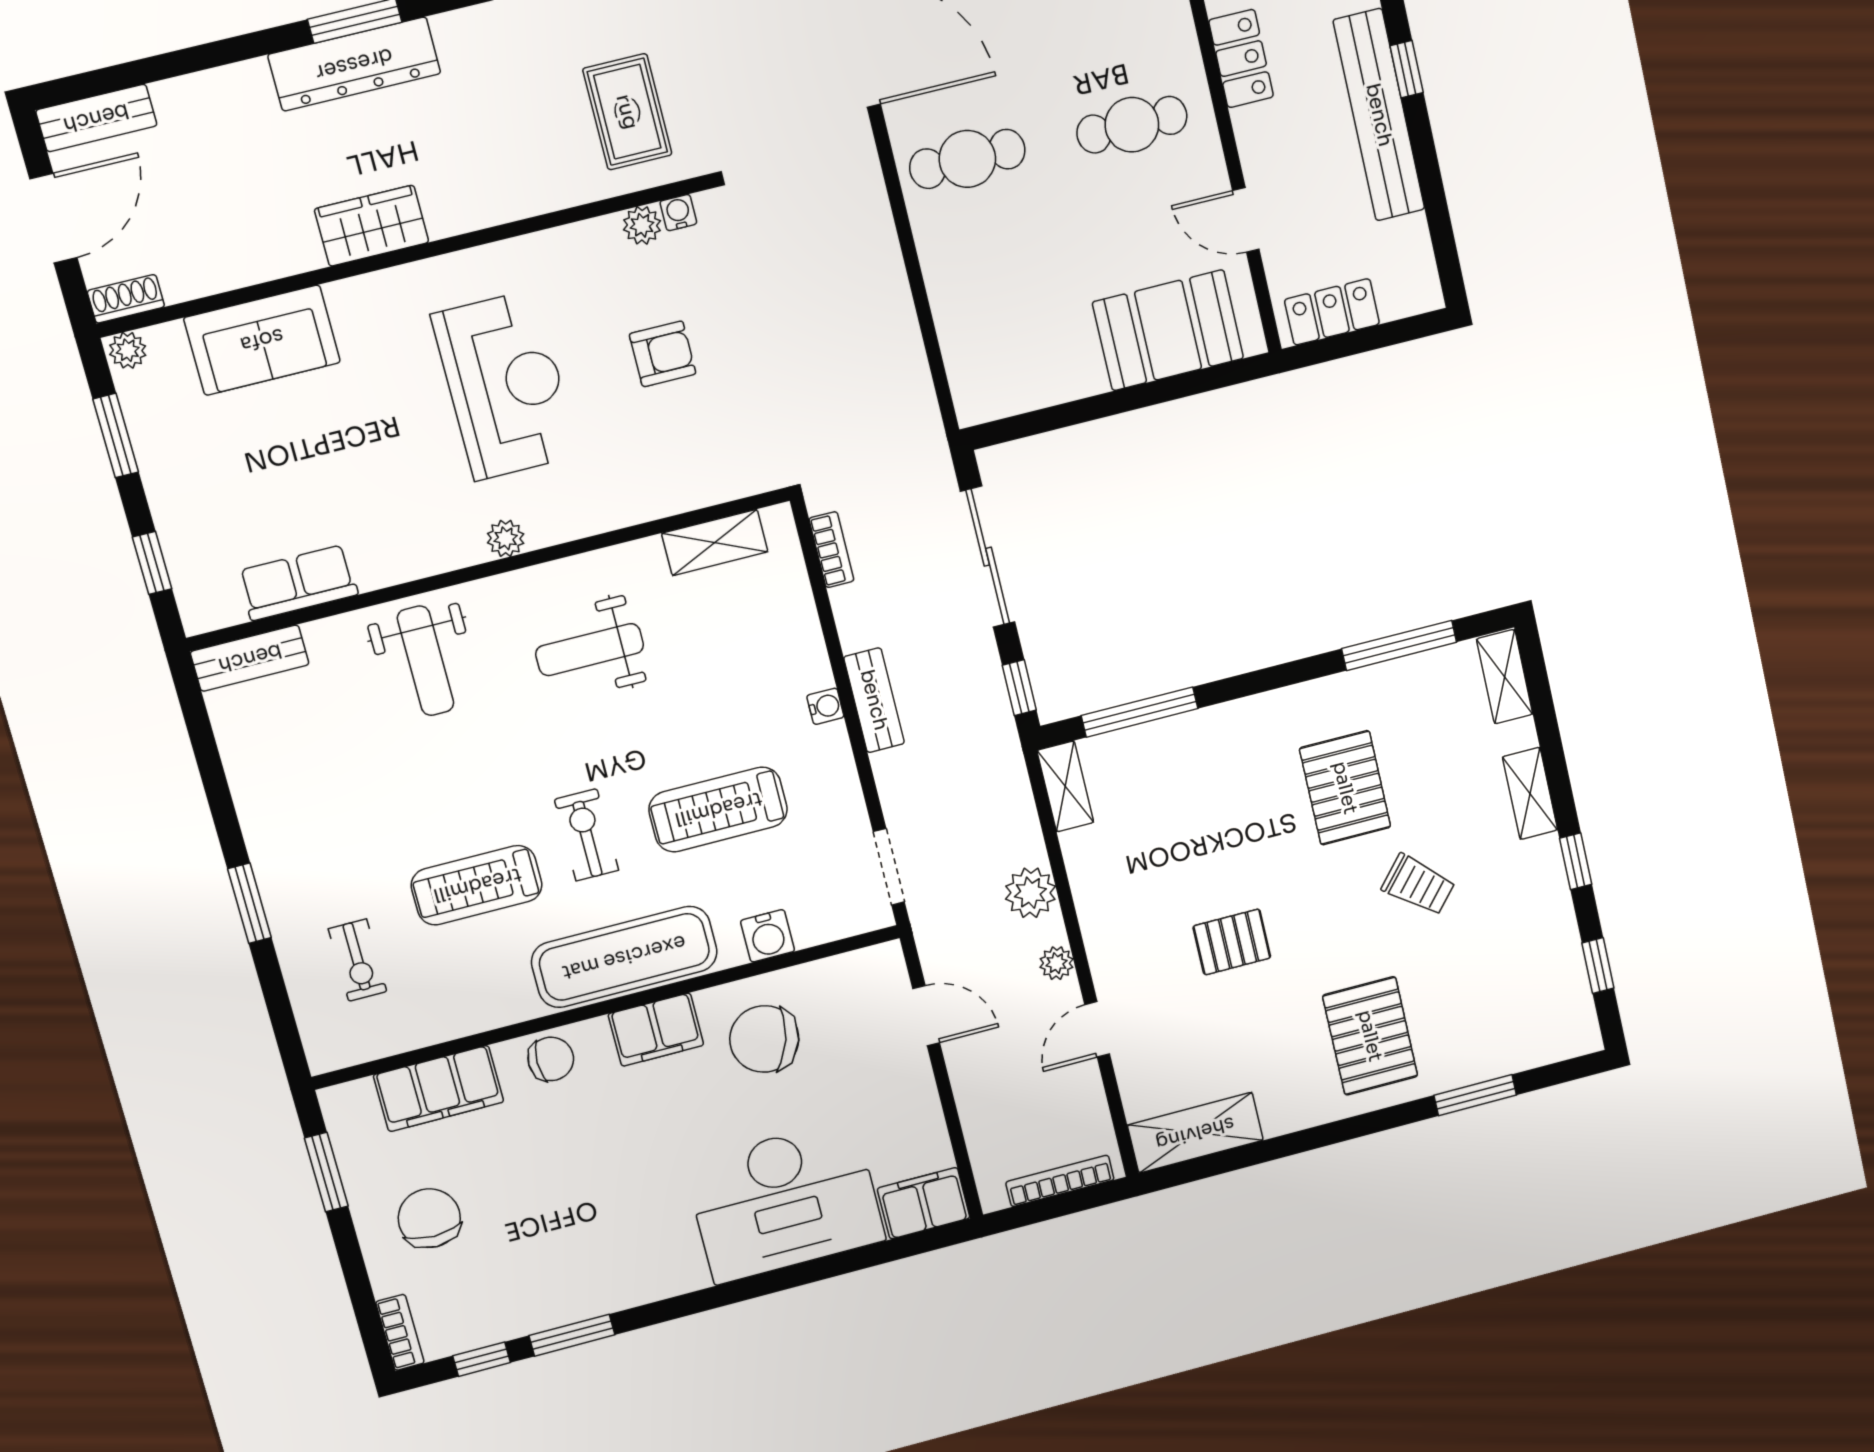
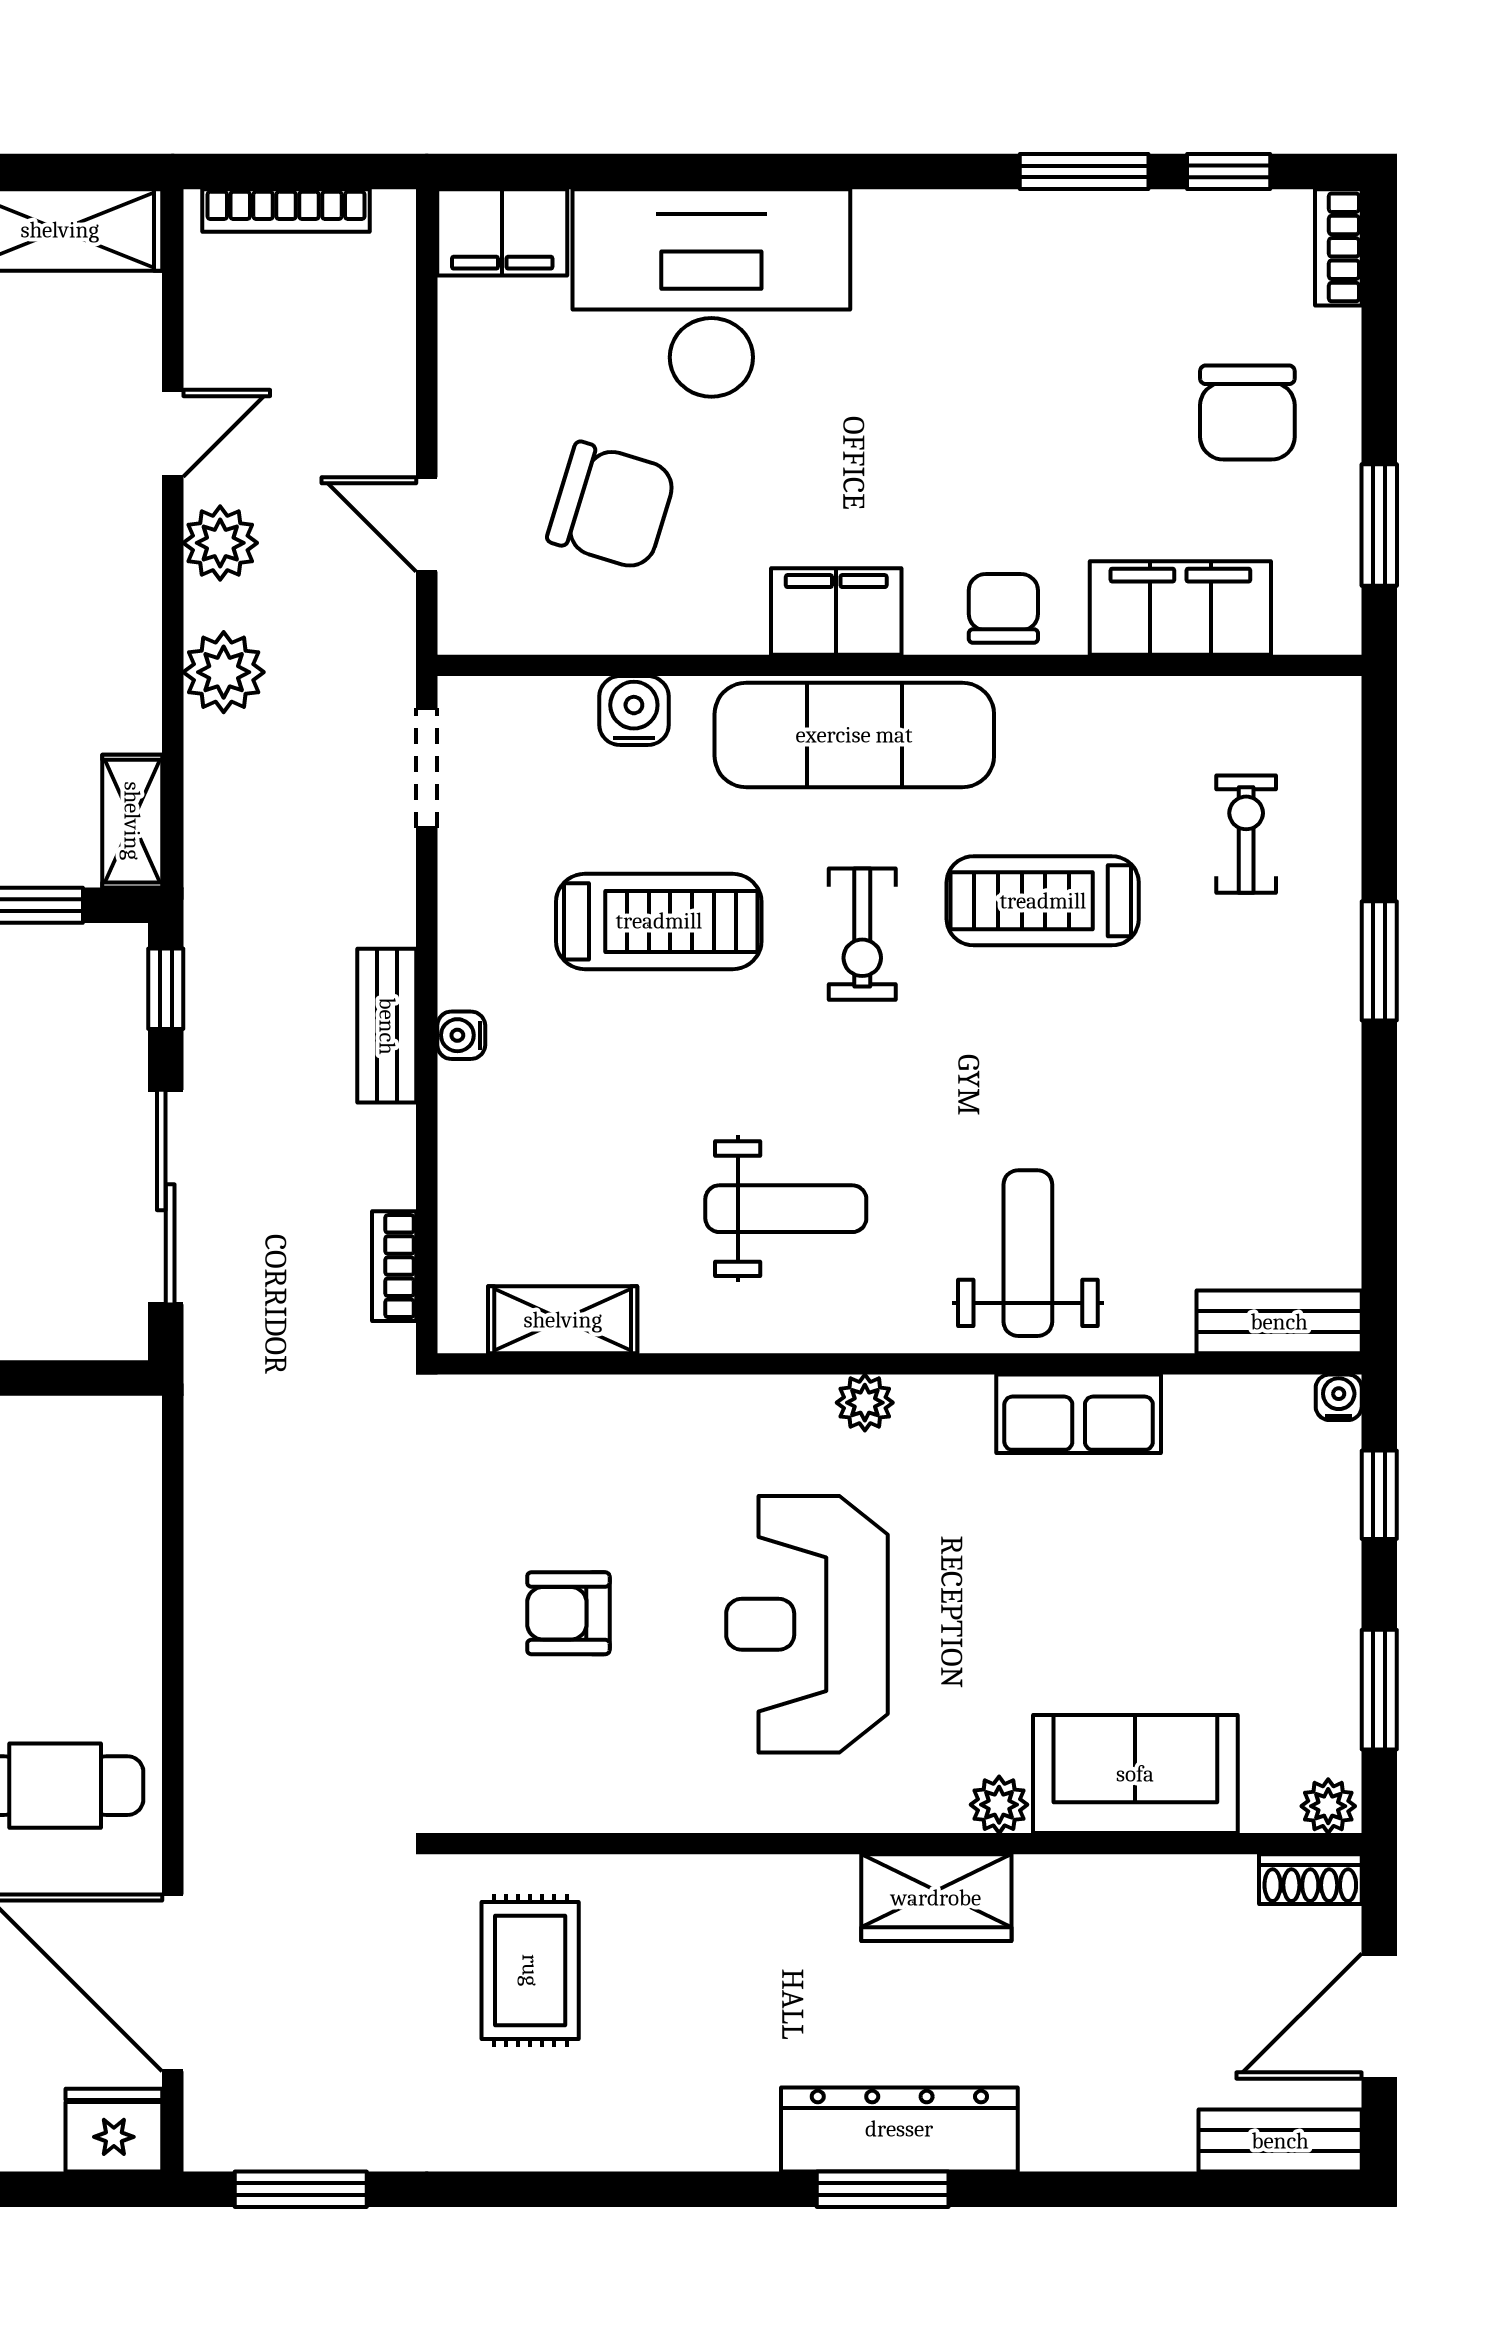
water cooler: (678, 213) -> (1339, 1397), moved, turned 180
plant: (642, 225) -> (999, 1805), moved
row of seats: (298, 583) -> (1079, 1414), moved
treadmill: (477, 885) -> (1043, 901), turned 180
plant: (1056, 963) -> (220, 543), width x1.38, depth x1.38
chair: (764, 1039) -> (612, 506), moved
chair: (551, 1059) -> (1003, 608), turned 90

